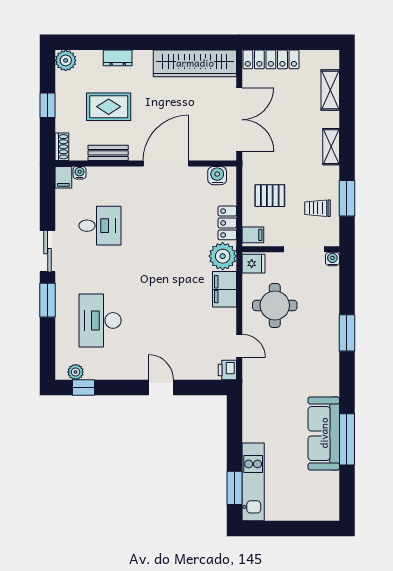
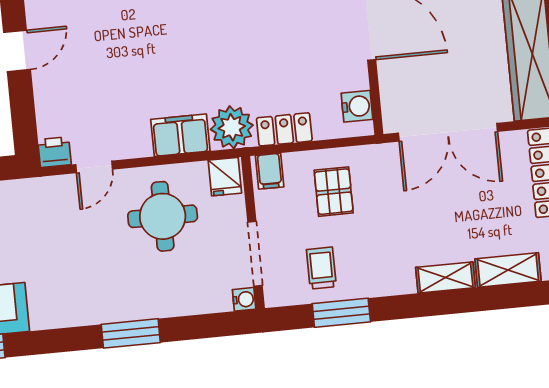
shelving: (331, 147) -> (445, 278), moved

